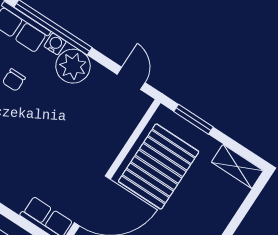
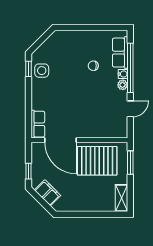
plant: (73, 66) -> (123, 85), width x0.53, depth x0.53
door: (131, 78) -> (130, 109), moved

